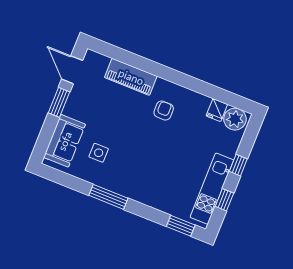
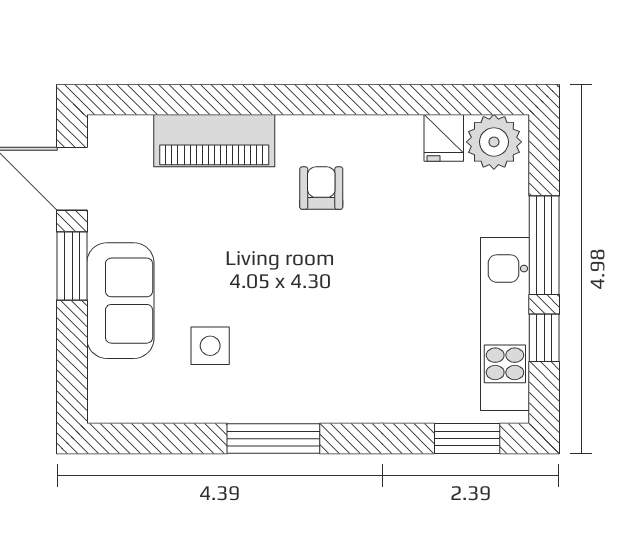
sofa: (65, 141) -> (120, 301), moved
window: (238, 165) -> (544, 245), width x2.17

